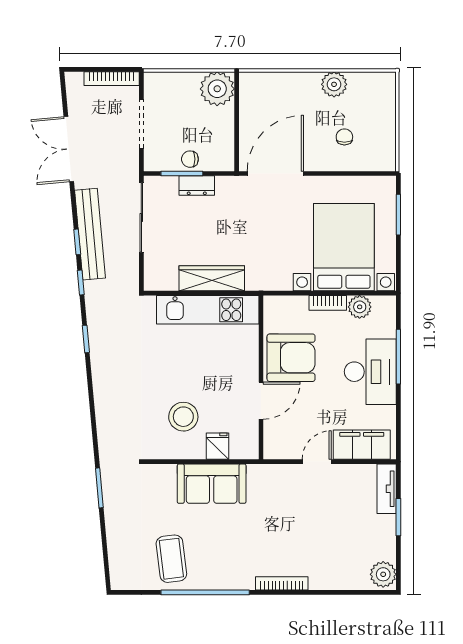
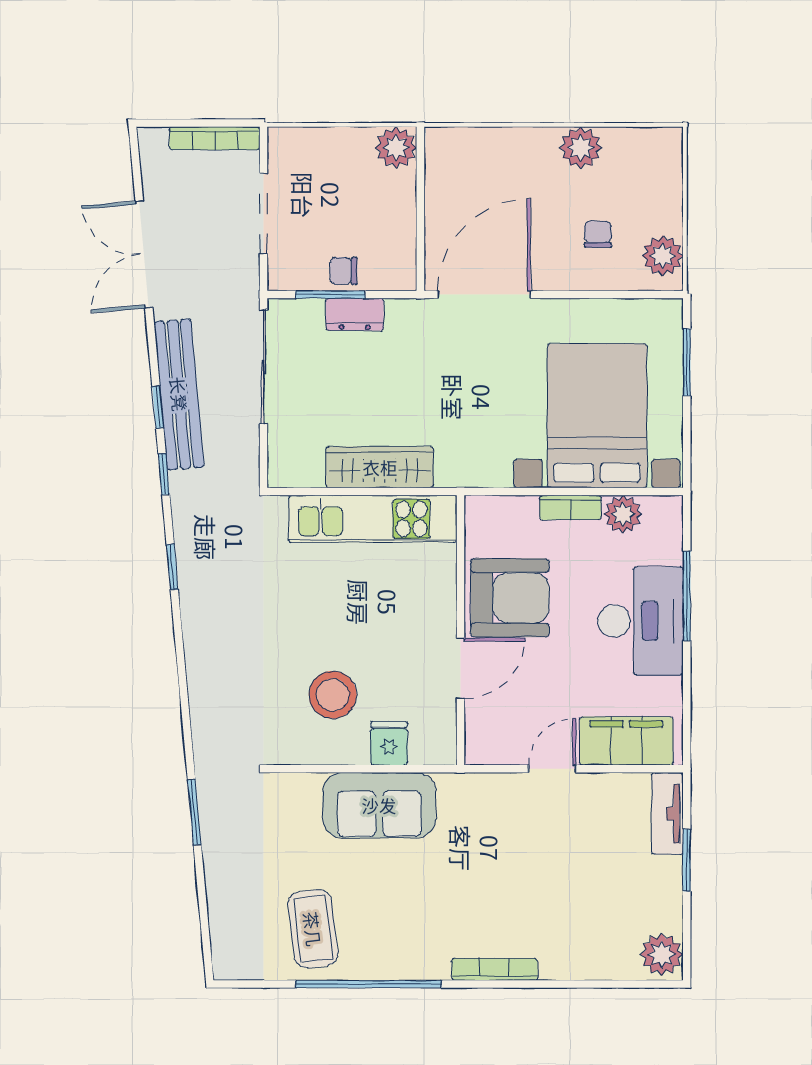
plant: (217, 89) -> (396, 147), width x0.73, depth x0.73
plant: (384, 150) -> (663, 256), added

